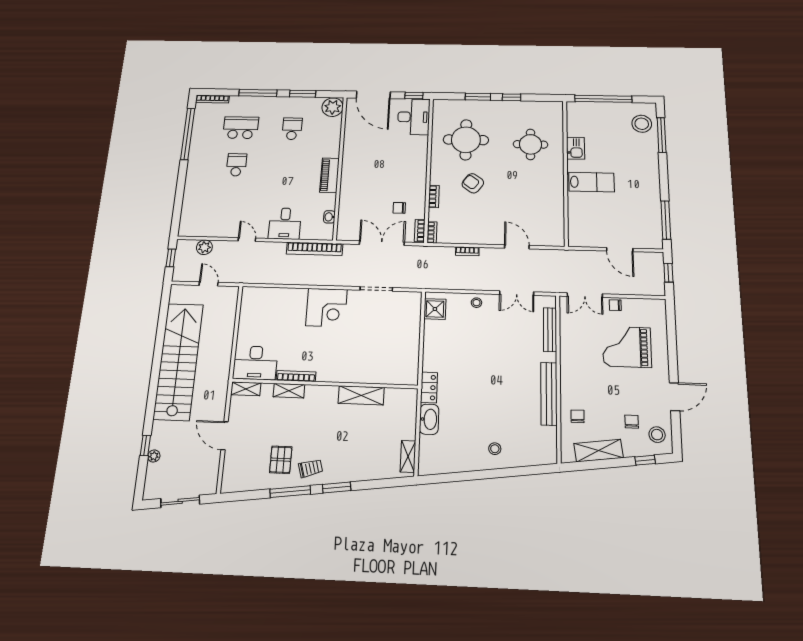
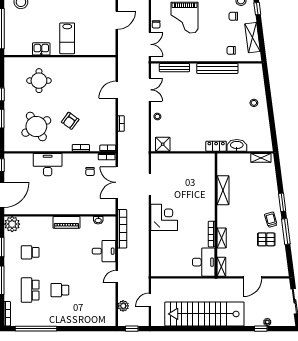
desk: (414, 117) -> (48, 165), moved
round table: (466, 140) -> (36, 127), turned -30
lab bench: (591, 182) -> (67, 38), turned 180

